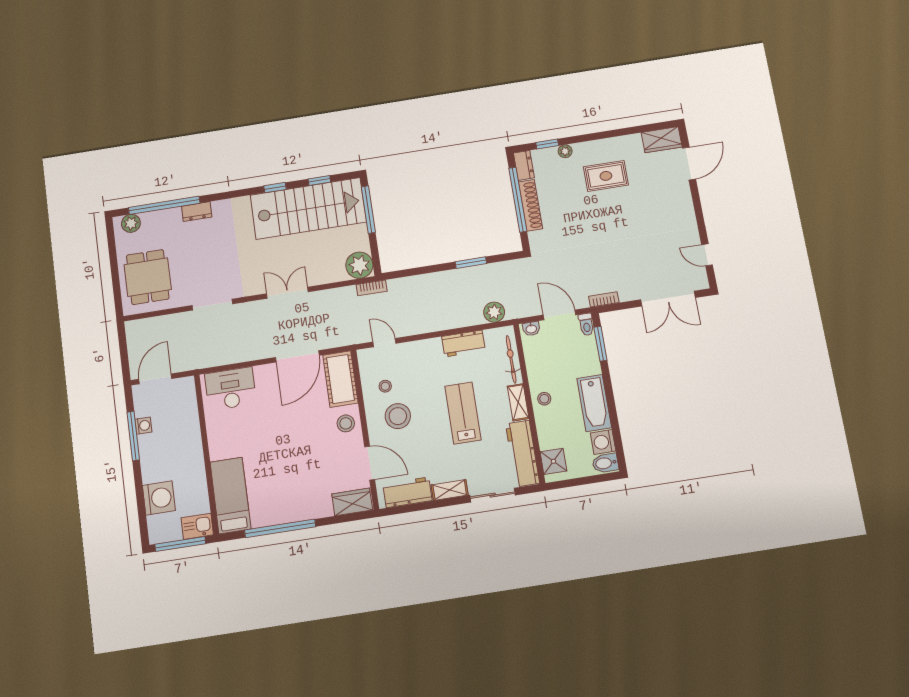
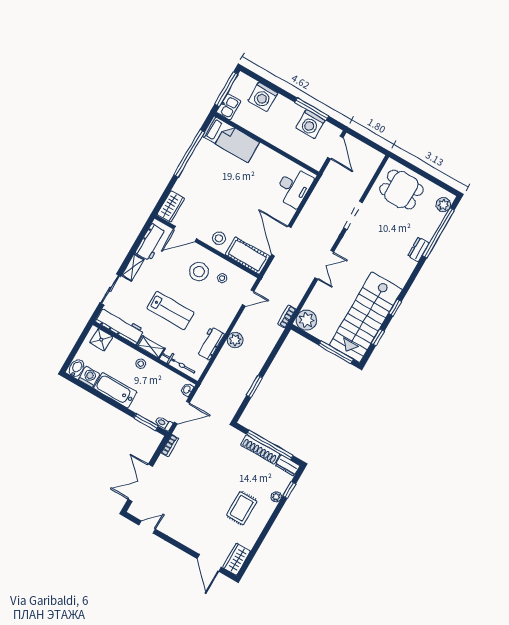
plant: (494, 312) -> (235, 340), moved
washing machine: (143, 426) -> (310, 124), width x1.89, depth x1.89

